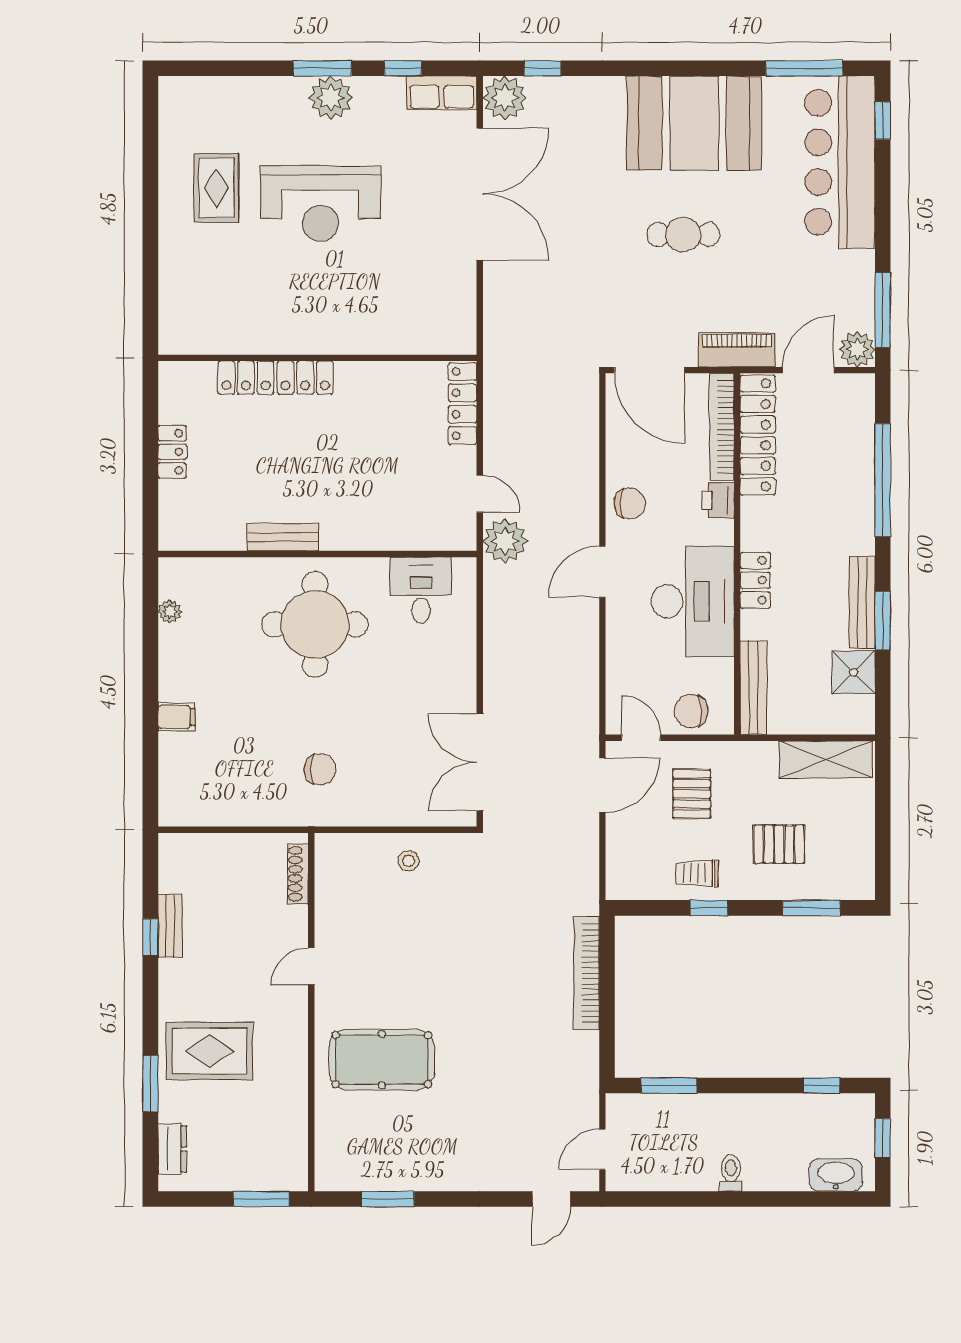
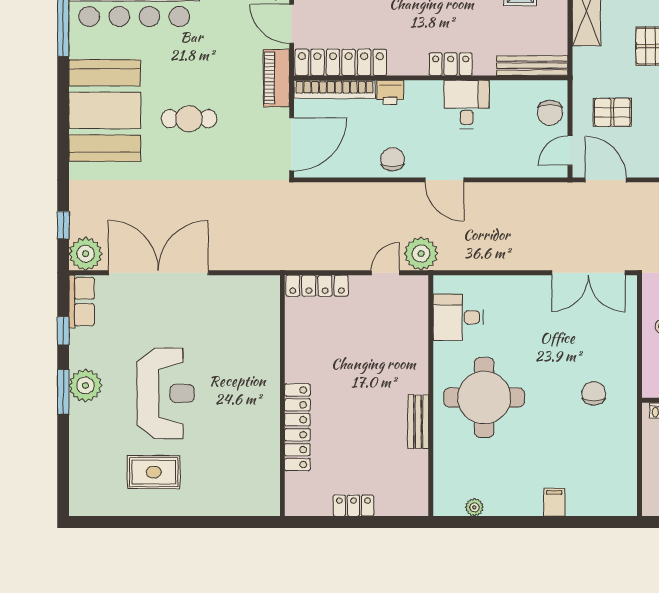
cafe table: (683, 235) -> (189, 119), turned 90
desk: (693, 601) -> (467, 104), width x0.53, depth x0.77

